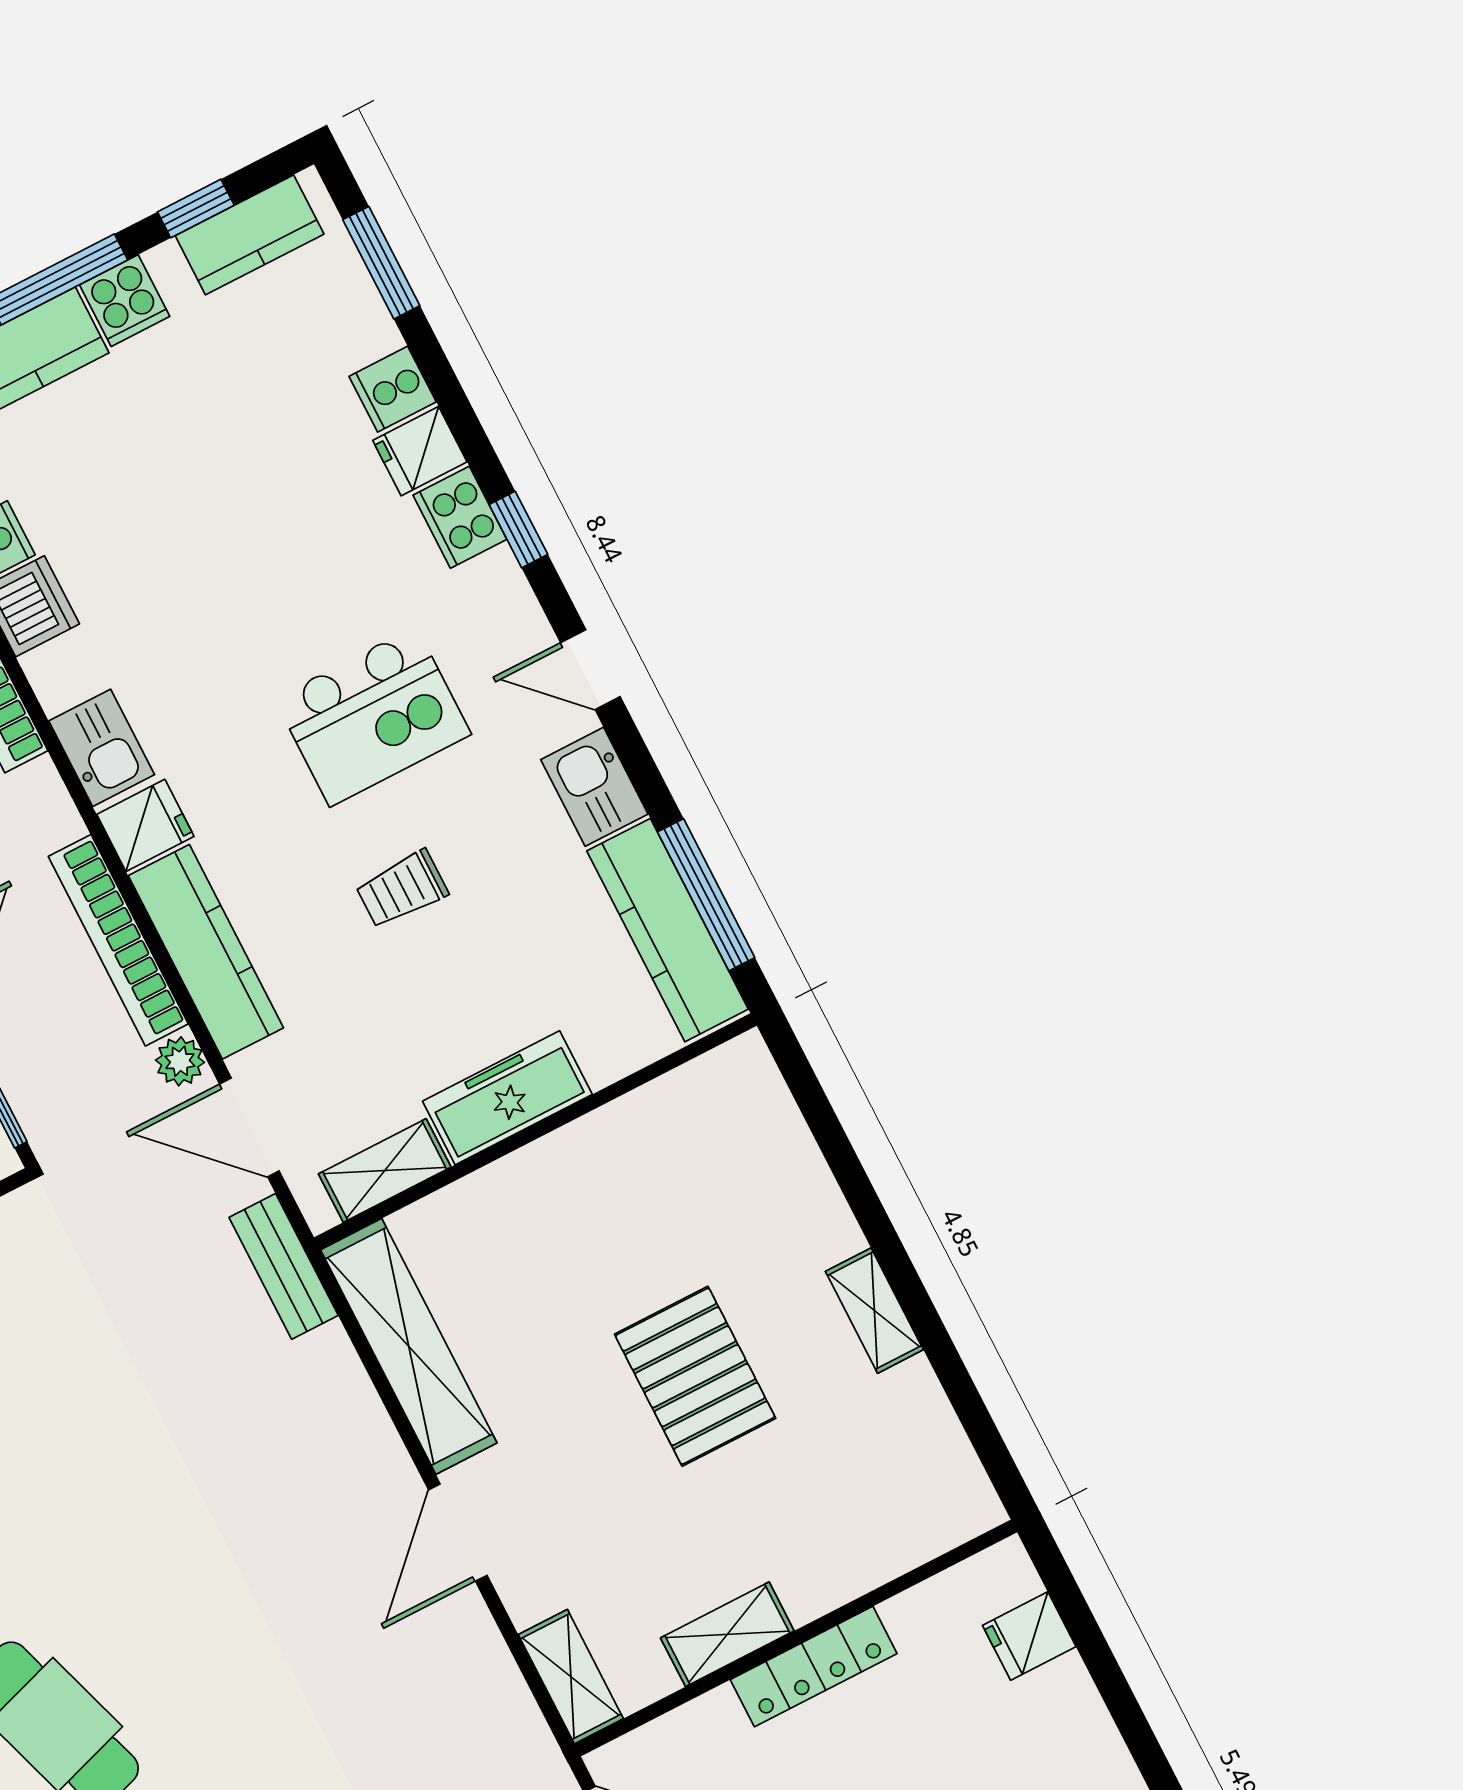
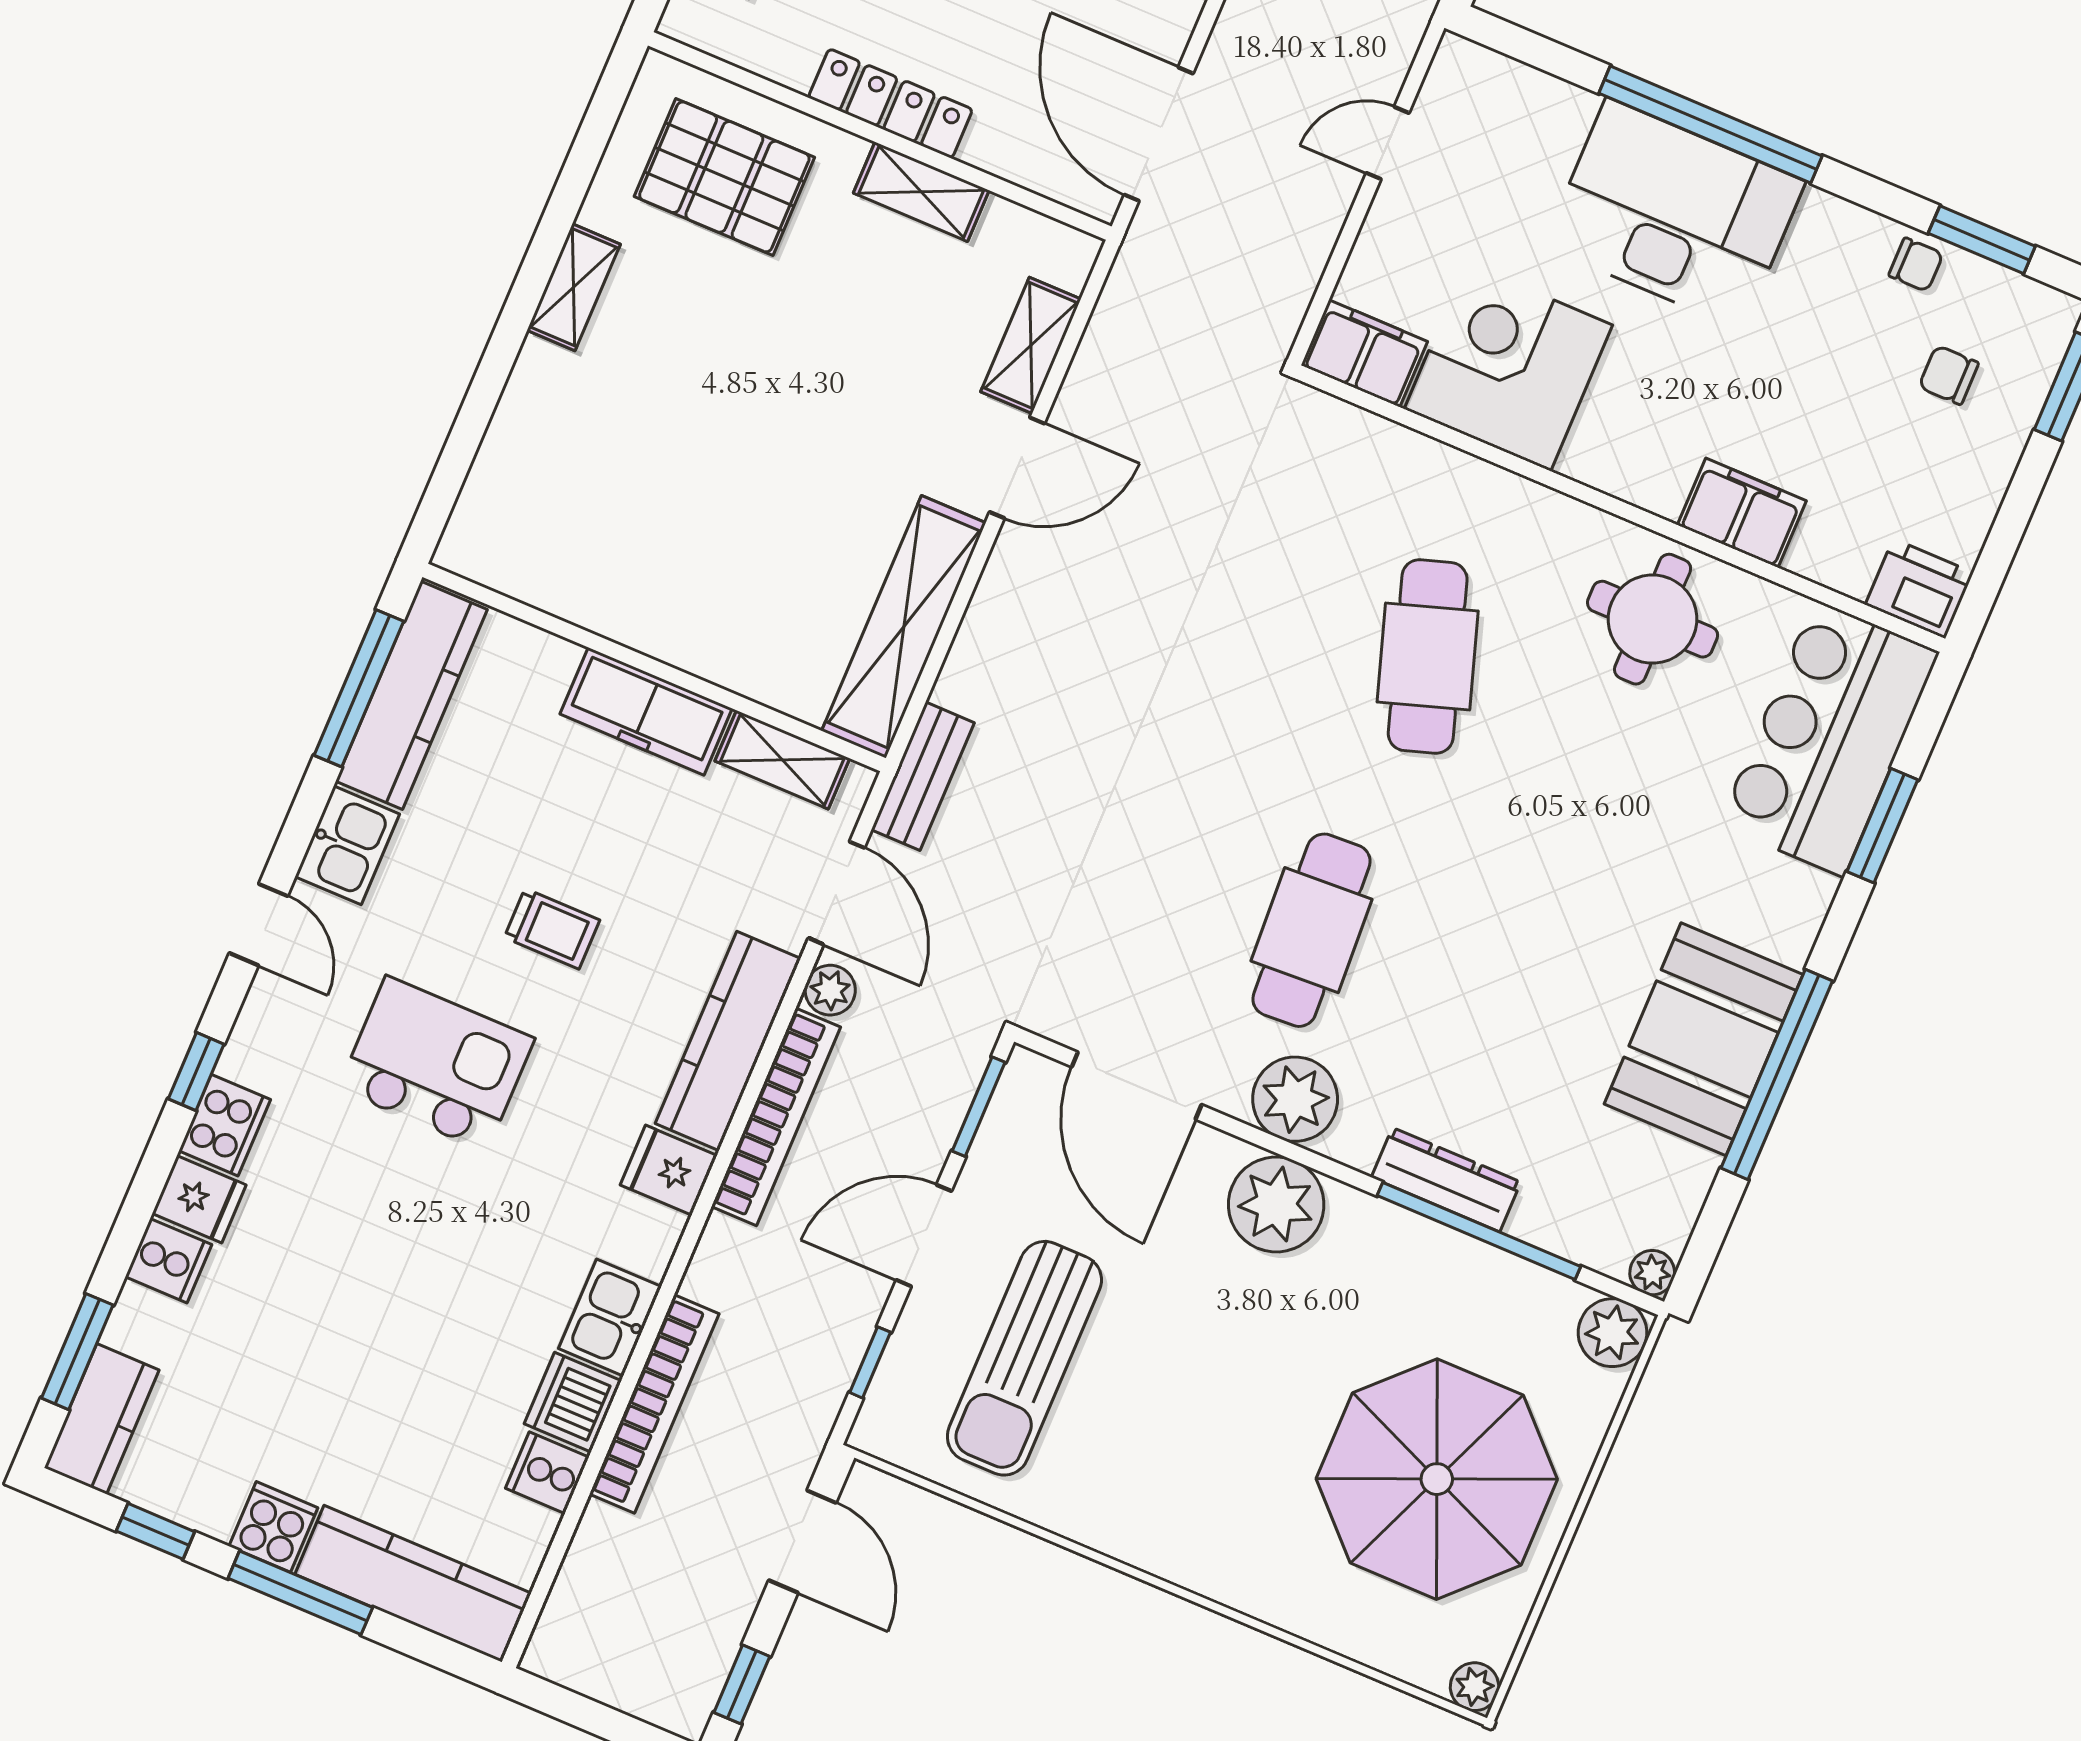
kitchen counter: (250, 235) -> (102, 1419), moved, turned 90
kitchen sink: (102, 748) -> (610, 1318), moved
pallet: (695, 1376) -> (724, 177), moved, turned 90
shelving: (571, 1677) -> (1031, 345), moved

